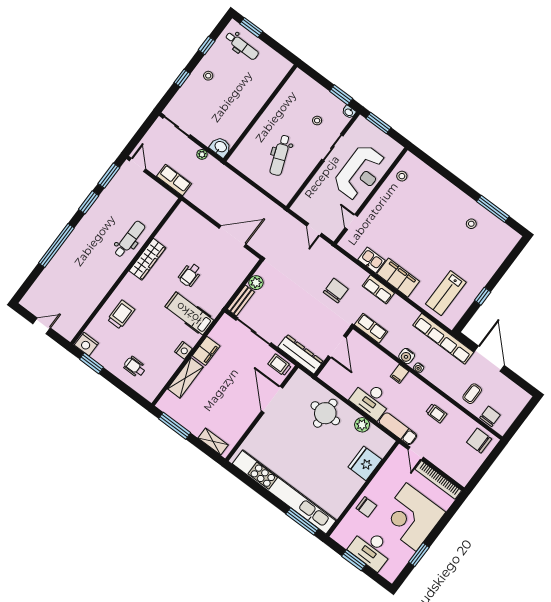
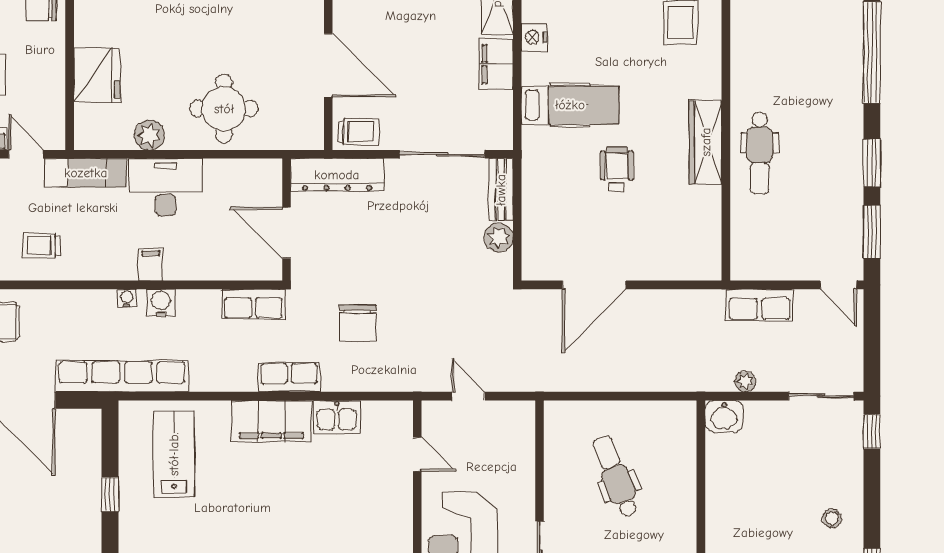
window: (182, 78) -> (872, 431), moved

